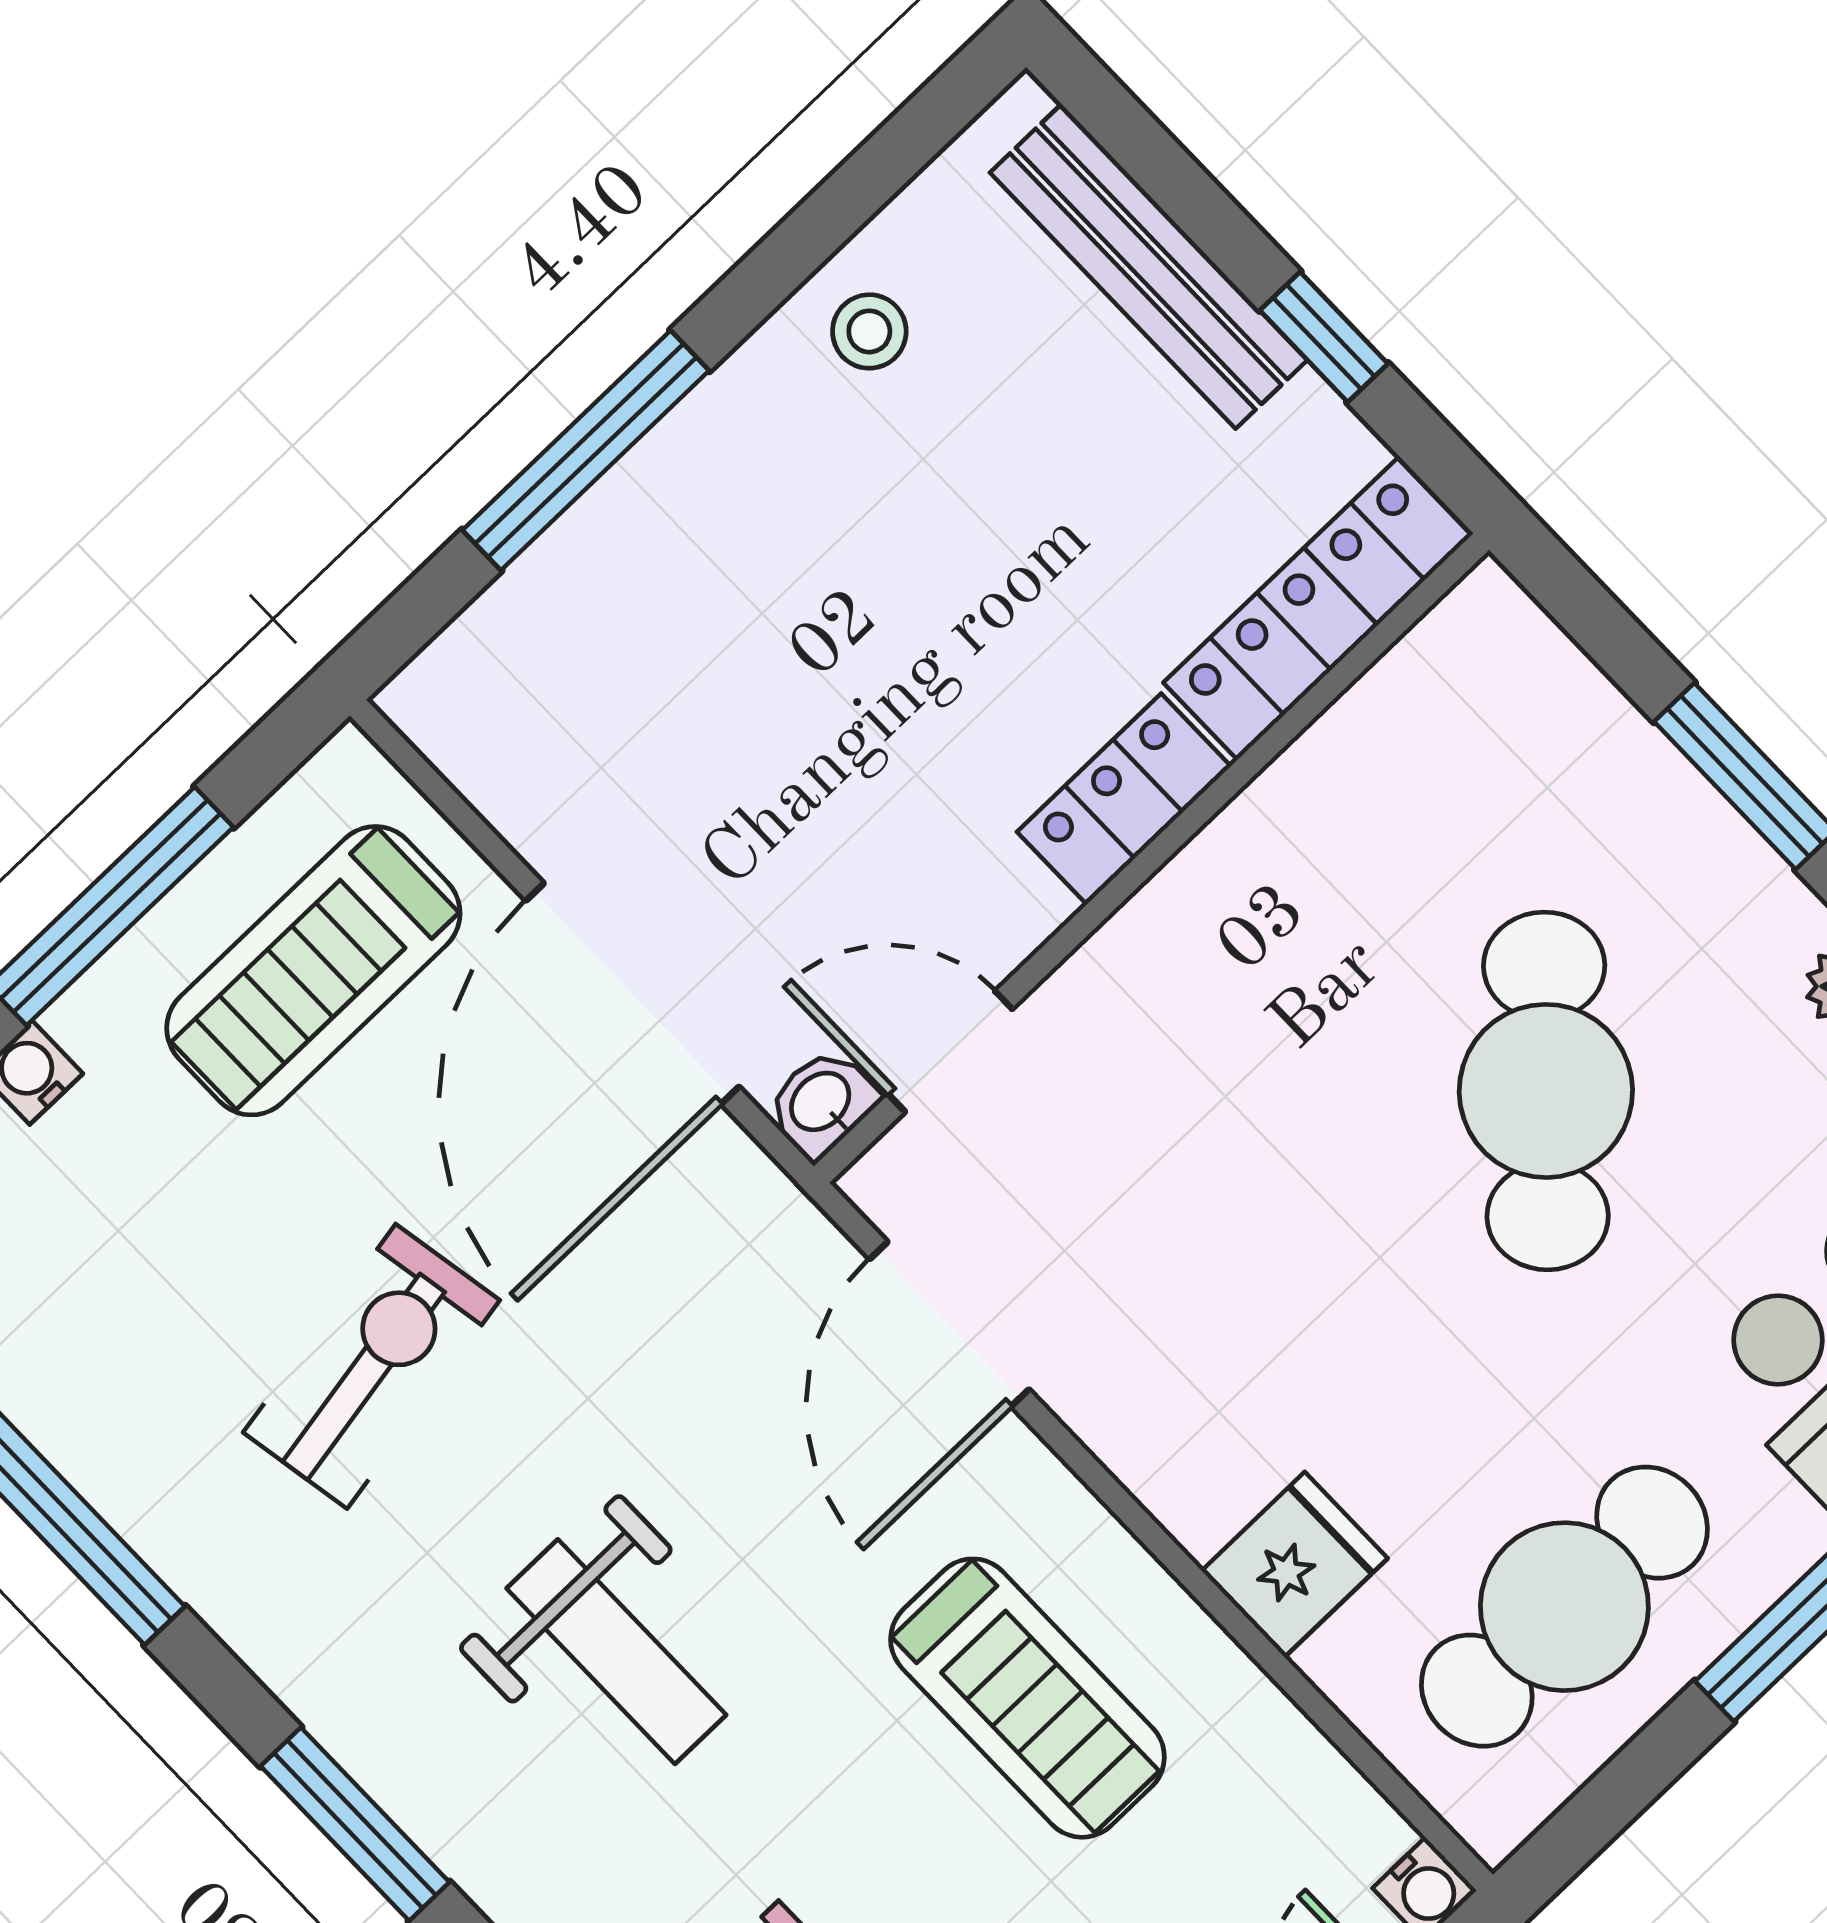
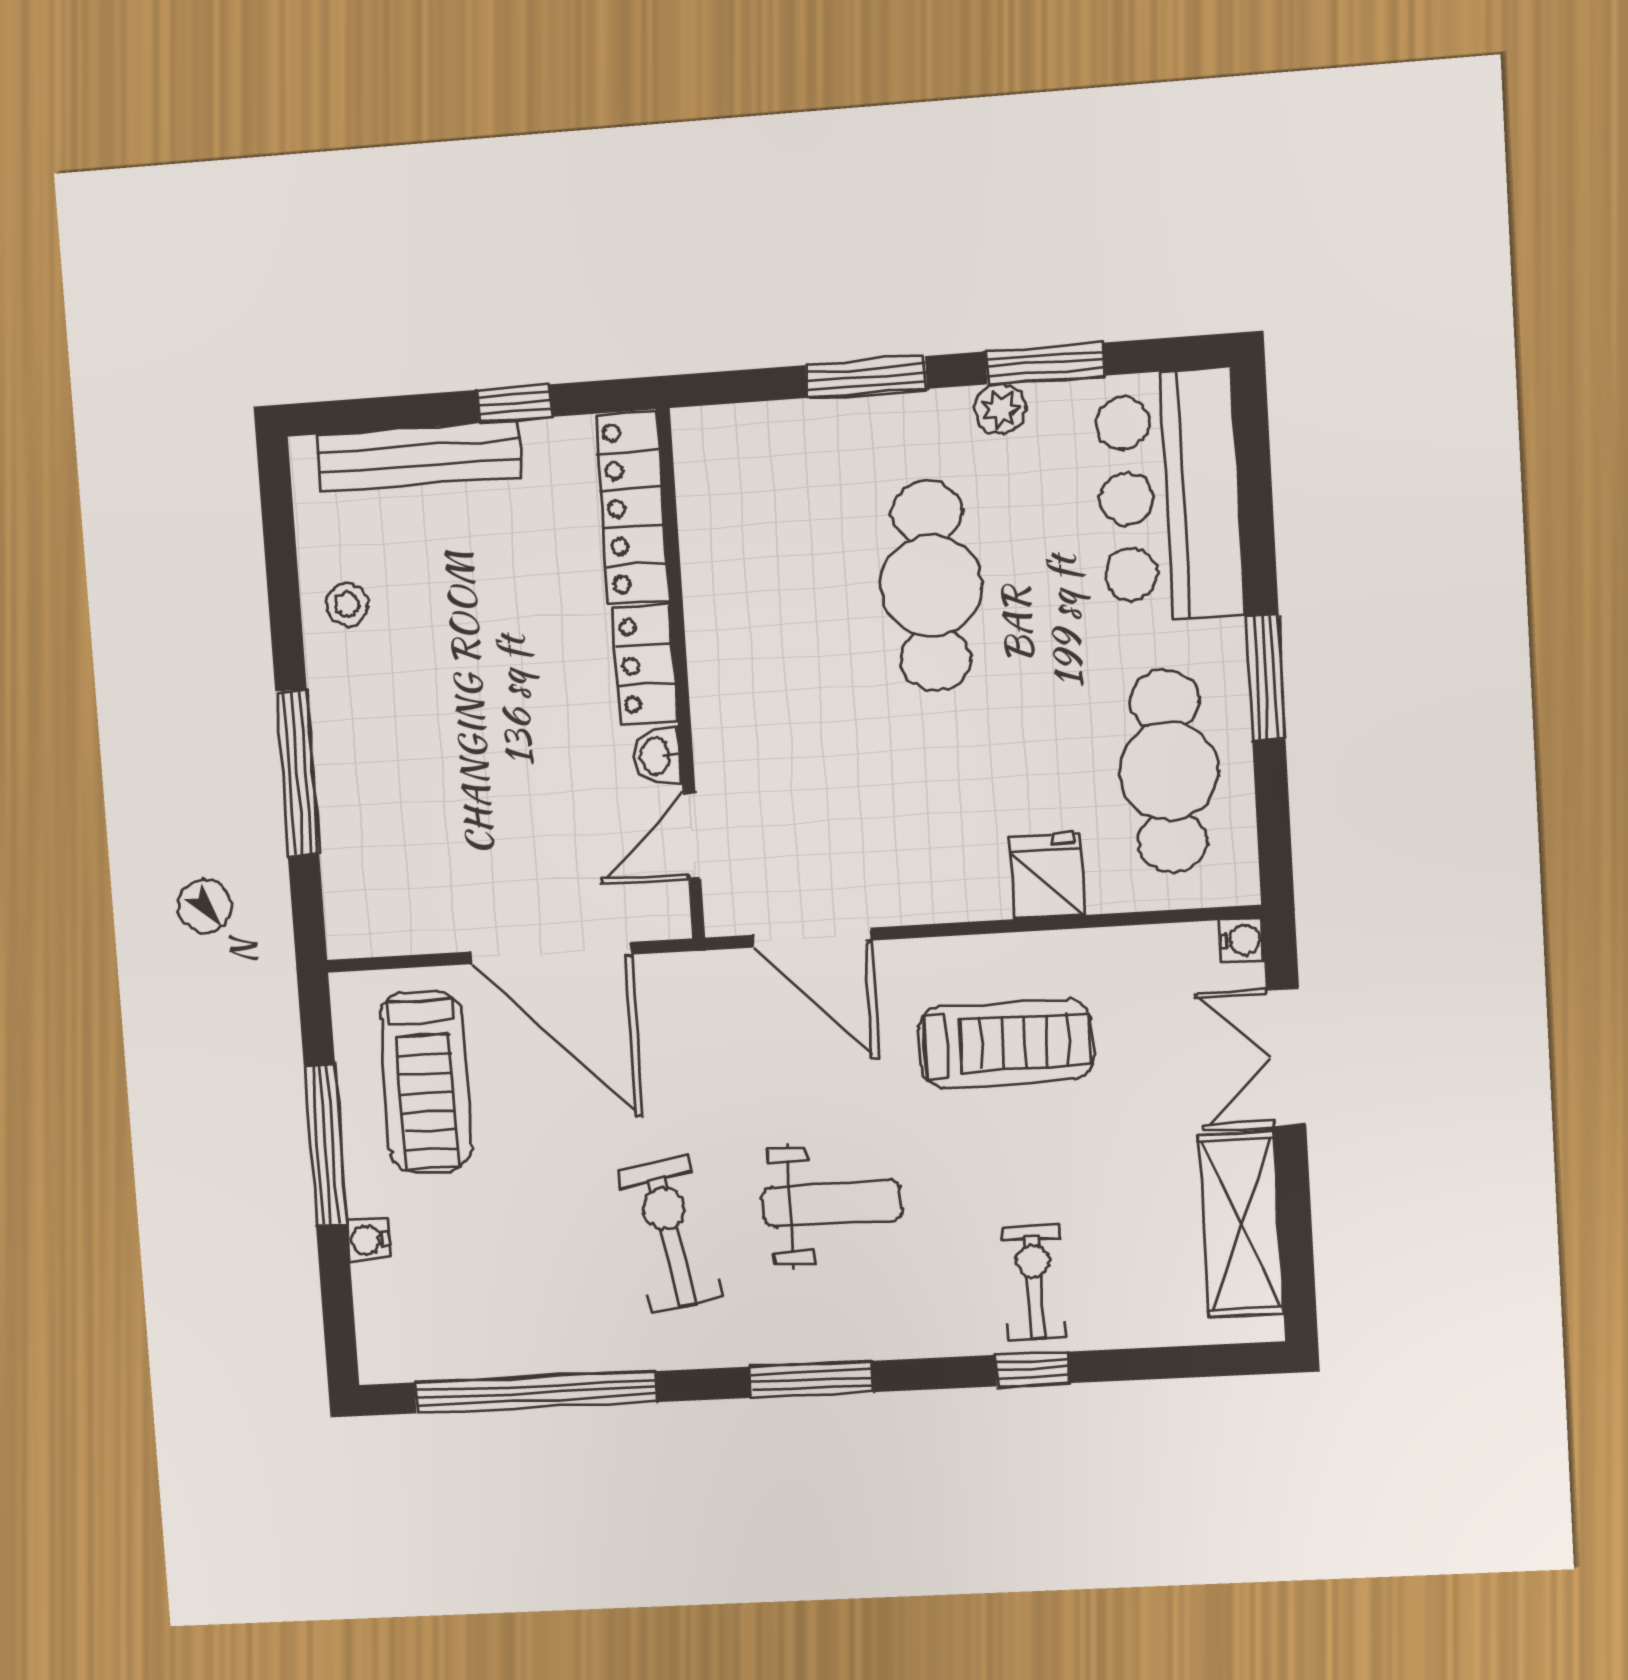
cafe table: (1546, 1091) -> (931, 586), turned 47
washbasin: (822, 1103) -> (657, 756), moved
exercise bike: (371, 1366) -> (670, 1234), moved

